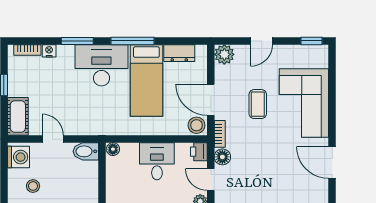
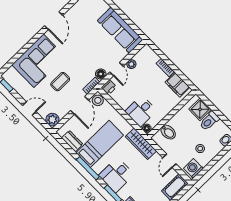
desk: (101, 65) -> (116, 175), width x0.73
wardrobe: (102, 126) -> (141, 144), added
bidet: (86, 151) -> (168, 132), moved
desk: (157, 161) -> (141, 111), moved

